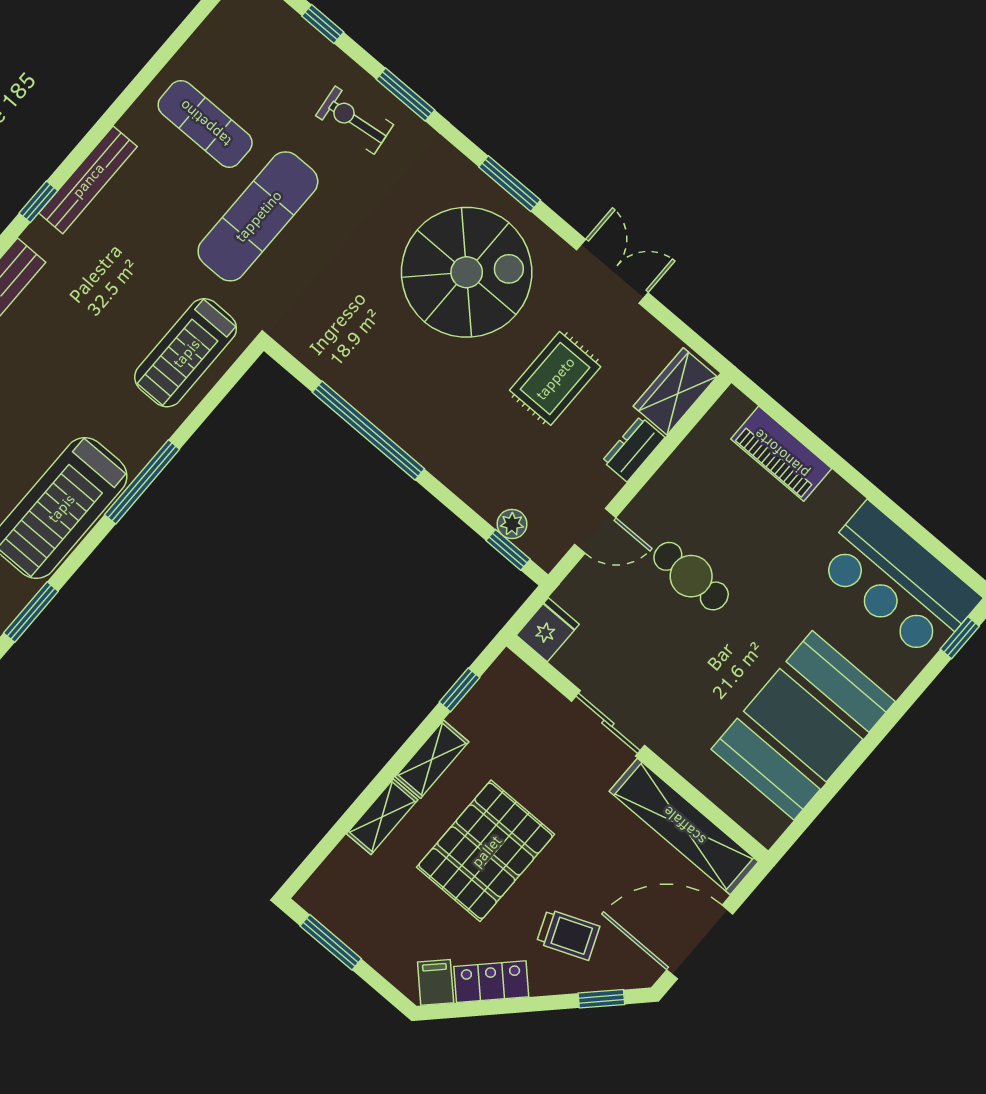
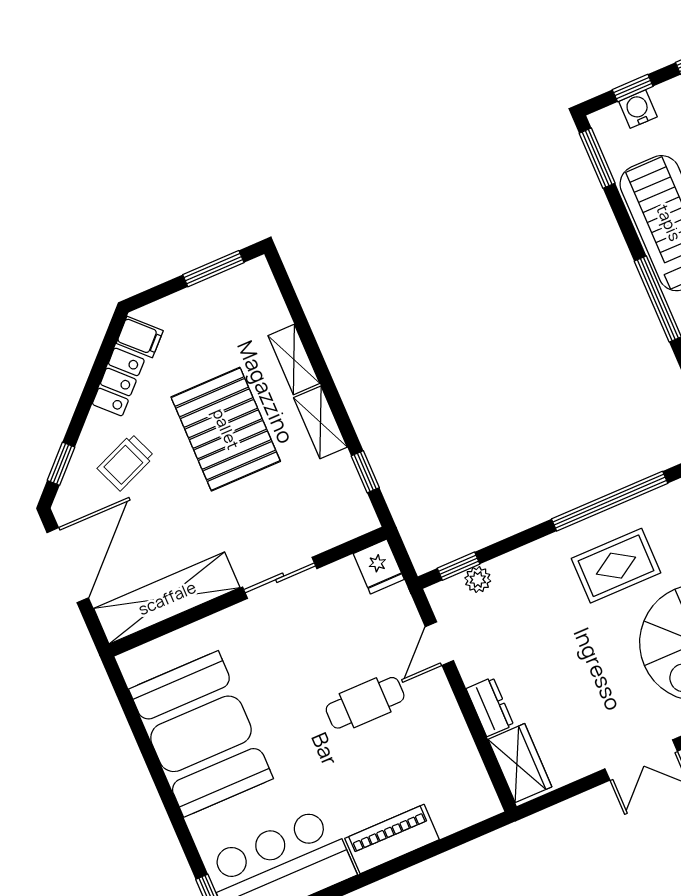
rug: (555, 378) -> (616, 566), moved, turned 90
piano: (781, 454) -> (392, 839), moved

